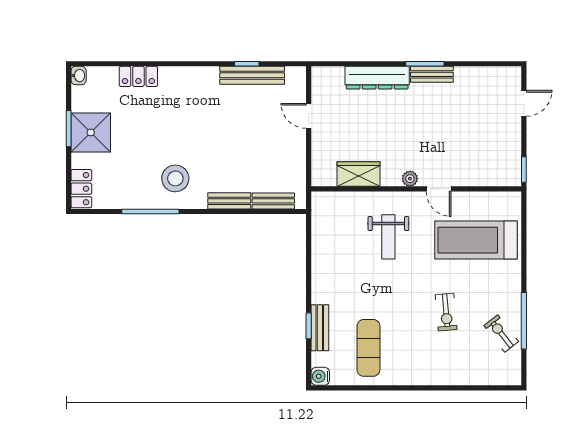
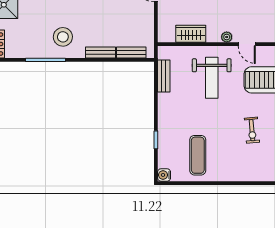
weight bench: (388, 237) -> (212, 78), width x1.36, depth x1.33
bench: (320, 328) -> (164, 76), moved

